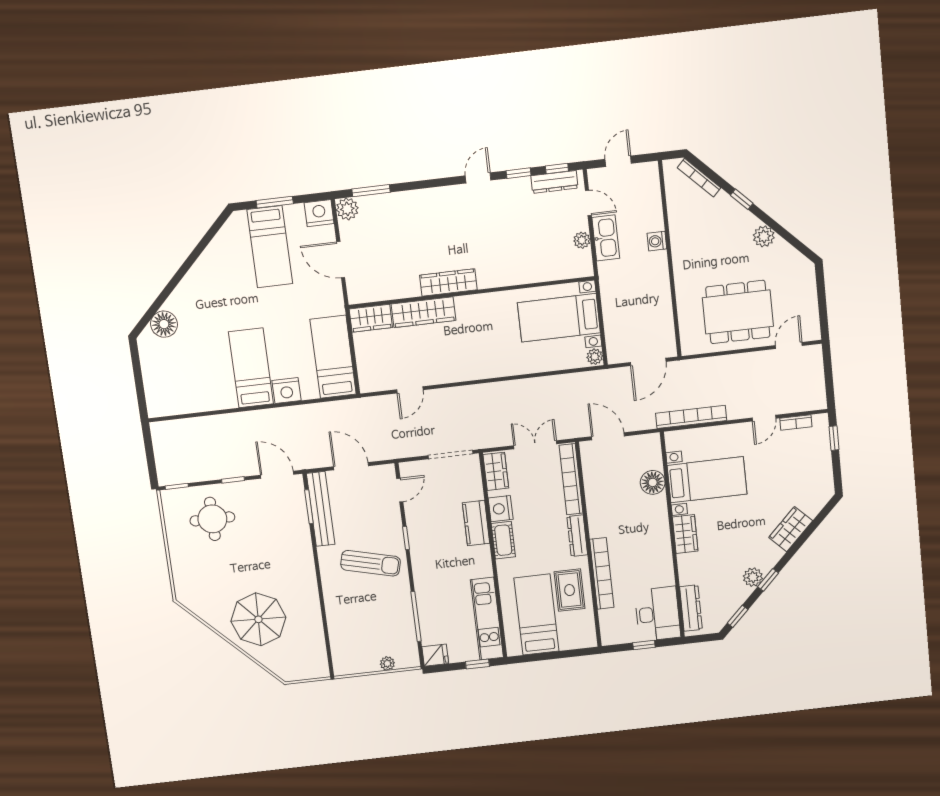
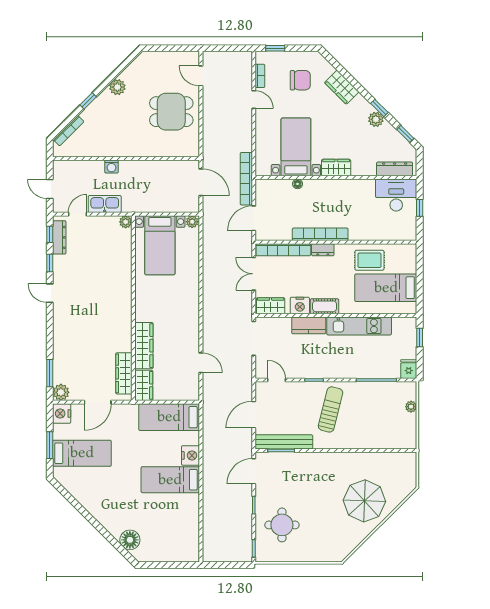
plant: (582, 240) -> (126, 222), moved
wardrobe: (448, 282) -> (124, 373), moved
dining table: (738, 312) -> (171, 112), width x0.73
bookcase: (691, 417) -> (246, 179), moved
chair: (795, 475) -> (300, 80), added
floor lamp: (653, 482) -> (298, 184), width x0.53, depth x0.53
dresser: (577, 536) -> (323, 250), width x0.70
bookcase: (602, 573) -> (320, 234), moved
kitchen unit: (487, 619) -> (359, 326), moved

